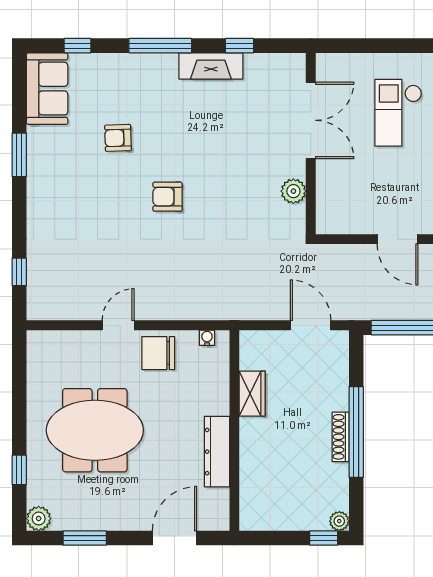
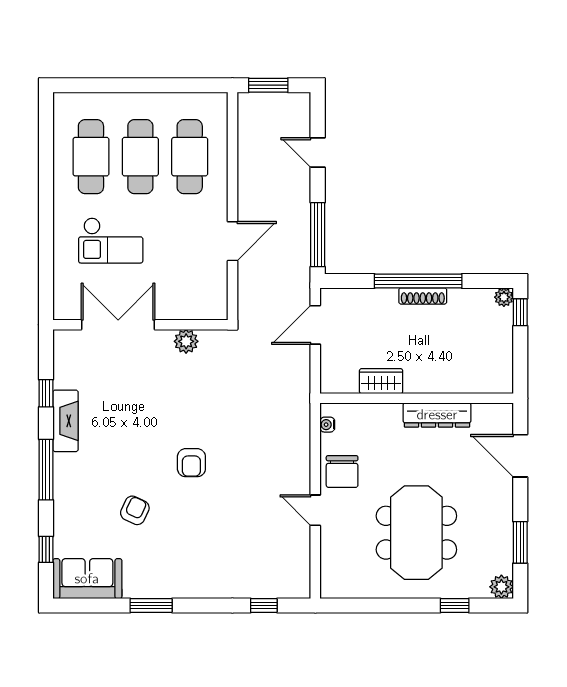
armchair: (118, 138) -> (135, 510), turned -153

